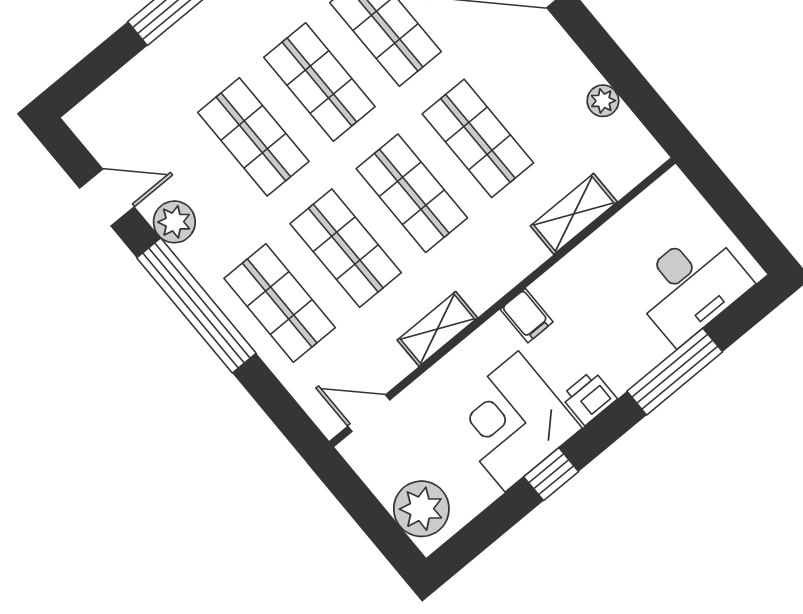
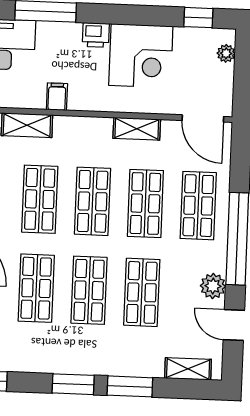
shelving: (115, 95) -> (188, 369), added
filing cabinet: (527, 316) -> (57, 97), moved
door: (369, 413) -> (203, 118), width x1.38
window: (551, 474) -> (198, 18), moved
plant: (421, 509) -> (226, 53), width x0.53, depth x0.53

